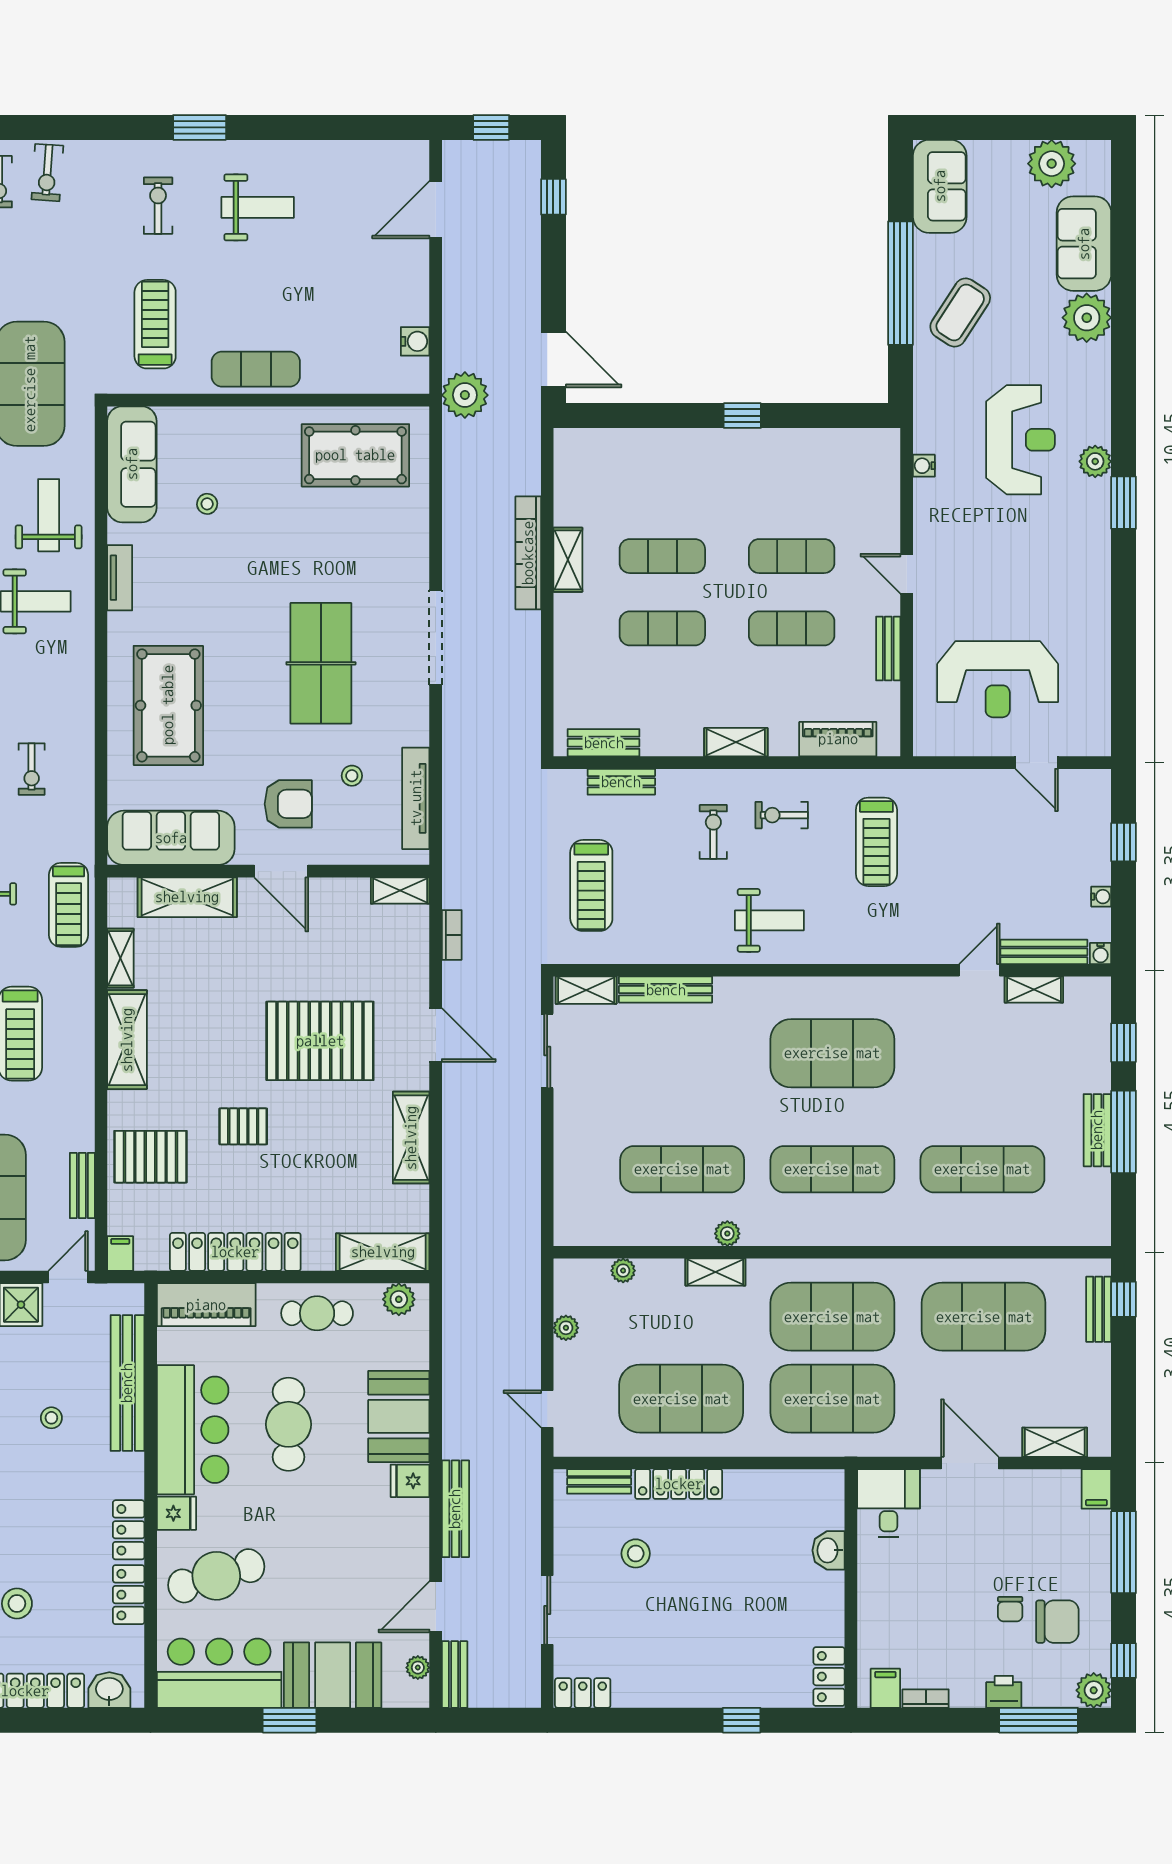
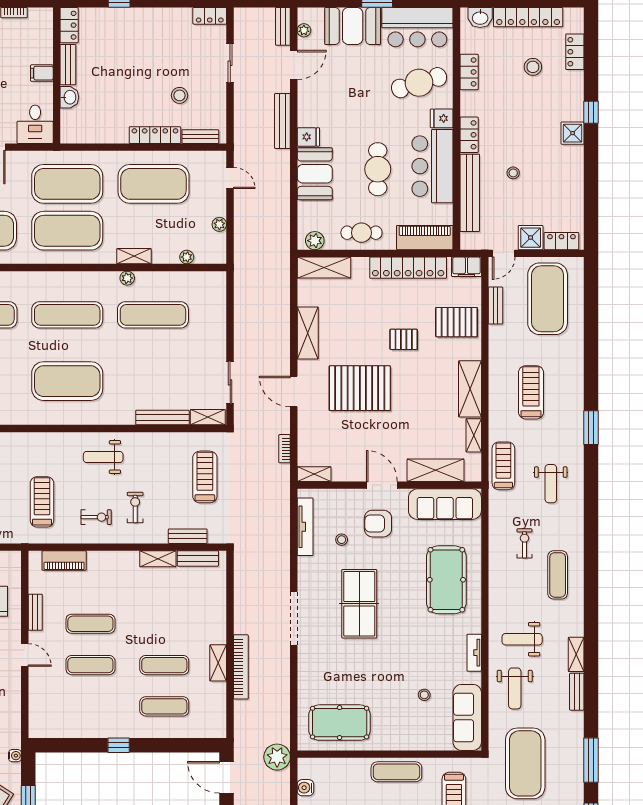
water cooler: (924, 466) -> (15, 756), moved
exercise mat: (662, 628) -> (164, 706), moved
shelving: (736, 742) -> (158, 559), moved
exercise bike: (713, 832) -> (135, 508), turned 180
filing cabinet: (120, 1254) -> (466, 267), width x2.00
locker: (129, 1530) -> (469, 135), moved
bench: (831, 1608) -> (68, 65), added
filing cabinet: (885, 1688) -> (42, 73), moved, turned 90

